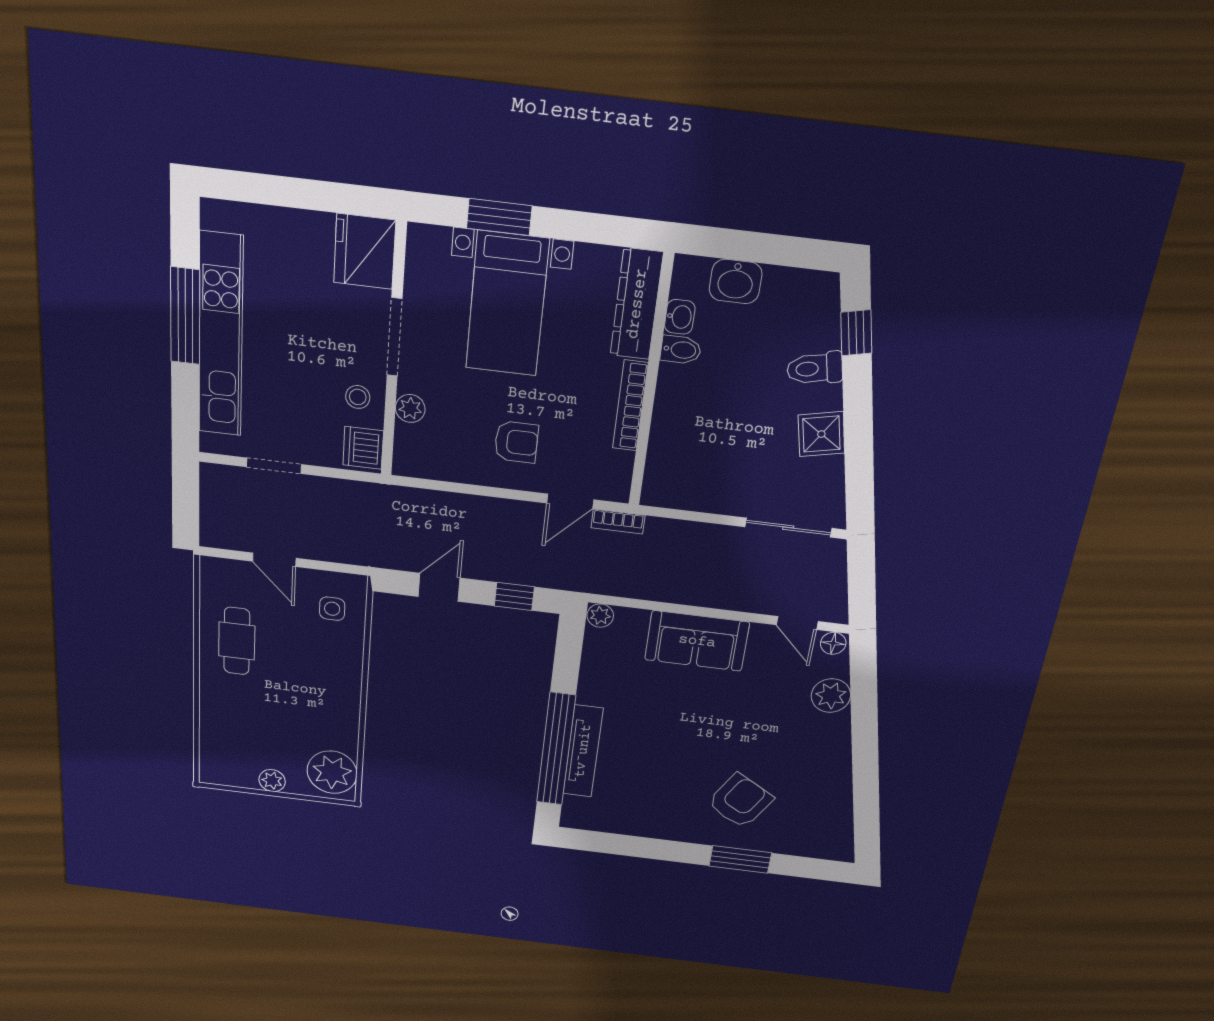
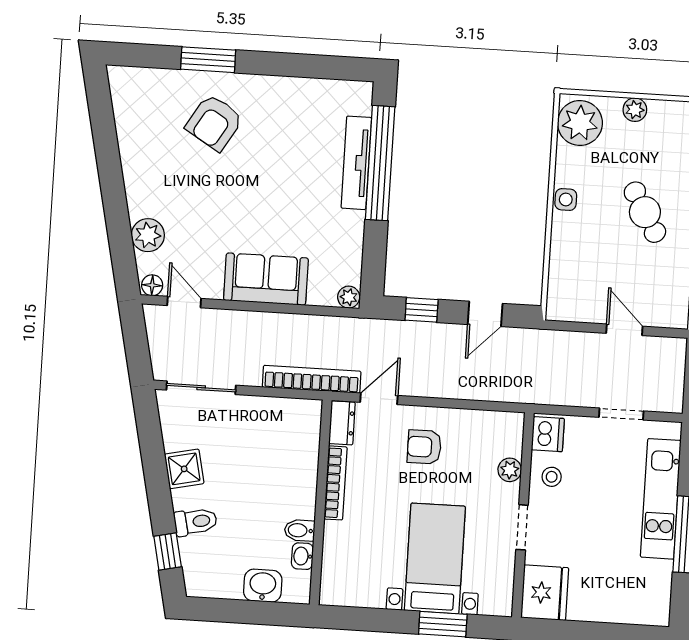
dresser: (637, 304) -> (342, 423), moved, width x0.51, depth x0.80
kitchen unit: (221, 336) -> (661, 499), width x0.73
doorway: (394, 337) -> (522, 527), width x0.73
bookcase: (618, 522) -> (312, 379), width x2.31, depth x1.31
side table: (332, 609) -> (566, 199), moved
cafe table: (237, 641) -> (645, 212), moved, turned -30

